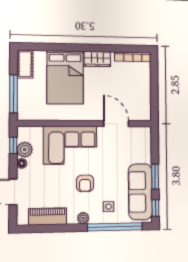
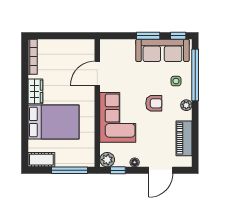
plant: (25, 150) -> (107, 160), moved

